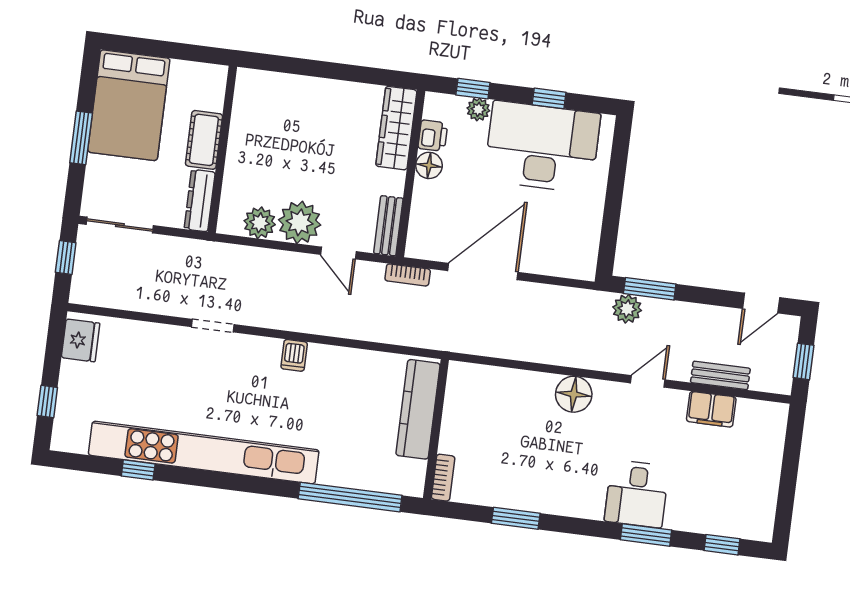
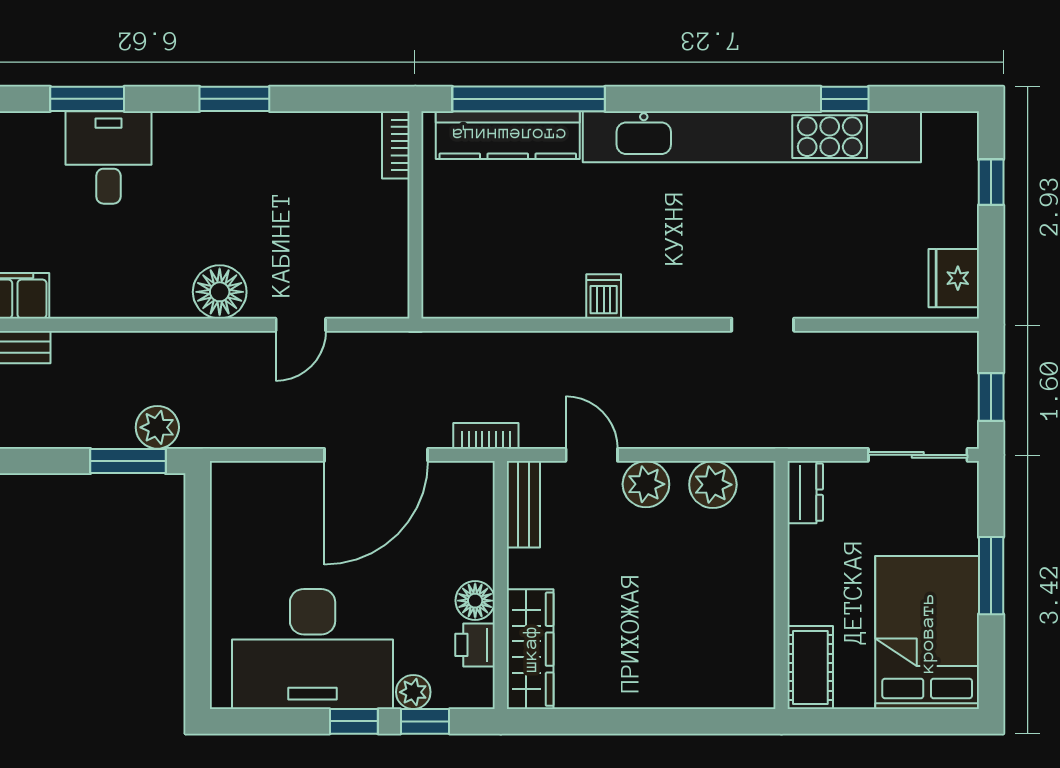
window: (549, 98) -> (354, 721), moved
cot: (204, 140) -> (810, 668), moved
dresser: (200, 201) -> (805, 492), width x0.70
plant: (300, 222) -> (646, 484), width x0.73, depth x0.73
dishwasher: (294, 355) -> (604, 296), moved
door: (648, 381) -> (301, 325), moved
kitchen counter: (418, 409) -> (508, 135), moved, turned 90
window: (516, 518) -> (234, 99), moved

